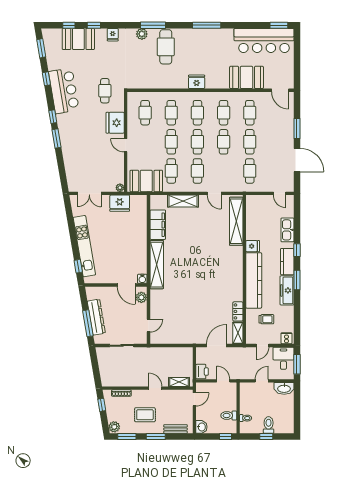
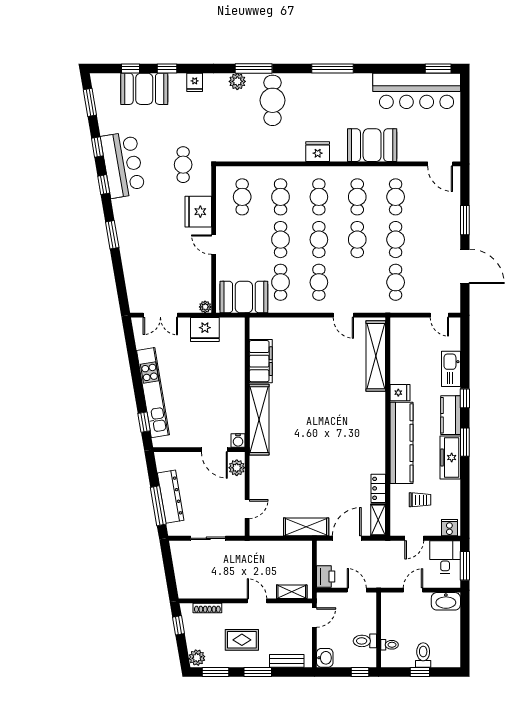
booth: (247, 77) -> (372, 145), moved
window: (53, 117) -> (104, 185), moved
shelving: (183, 201) -> (306, 527), moved

